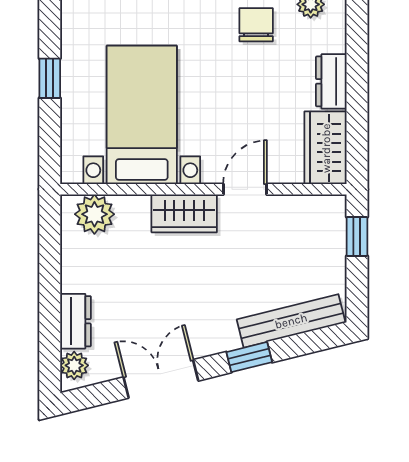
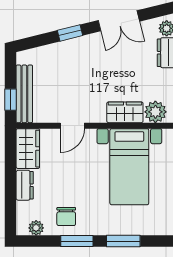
wardrobe: (184, 213) -> (125, 112), moved
bench: (291, 321) -> (24, 94), moved, turned -76

